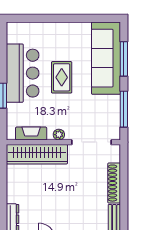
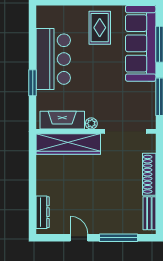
rug: (62, 77) -> (100, 28), moved
fireplace: (31, 133) -> (62, 120), width x1.37, depth x1.32

